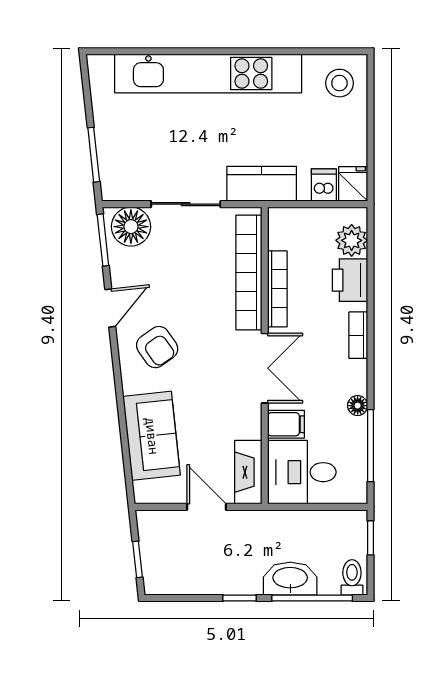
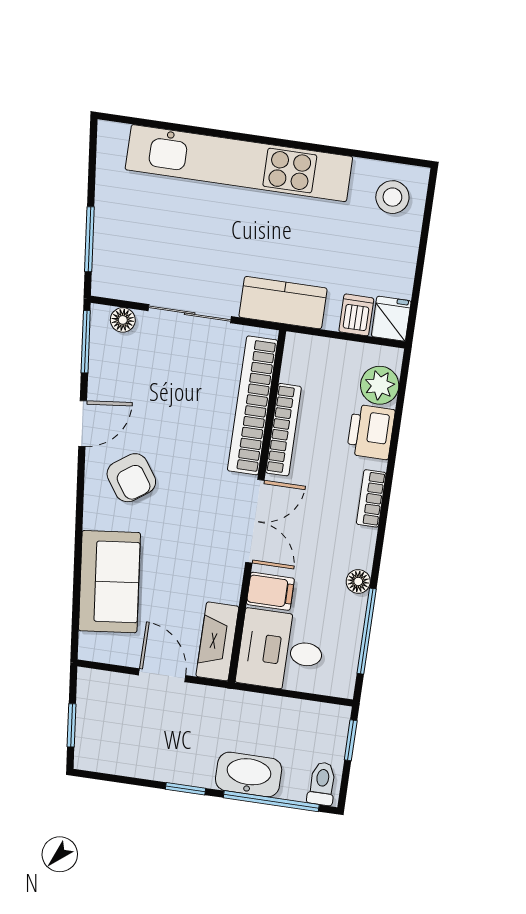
floor lamp: (131, 227) -> (123, 320), width x0.53, depth x0.53

